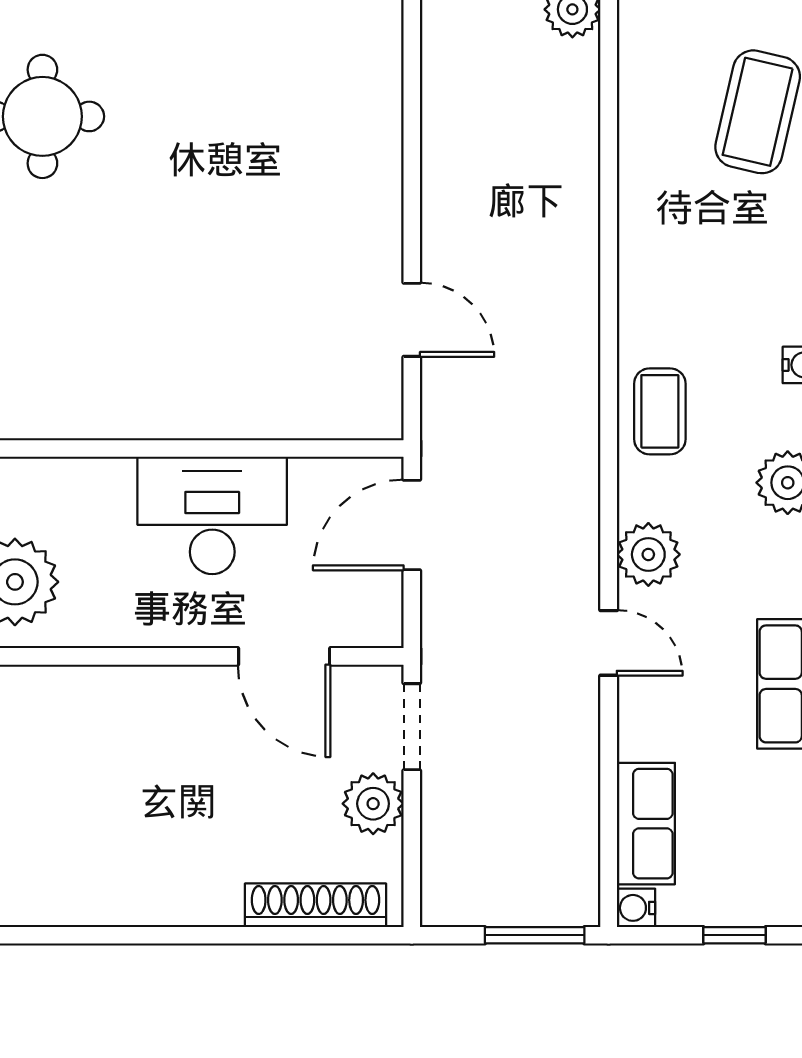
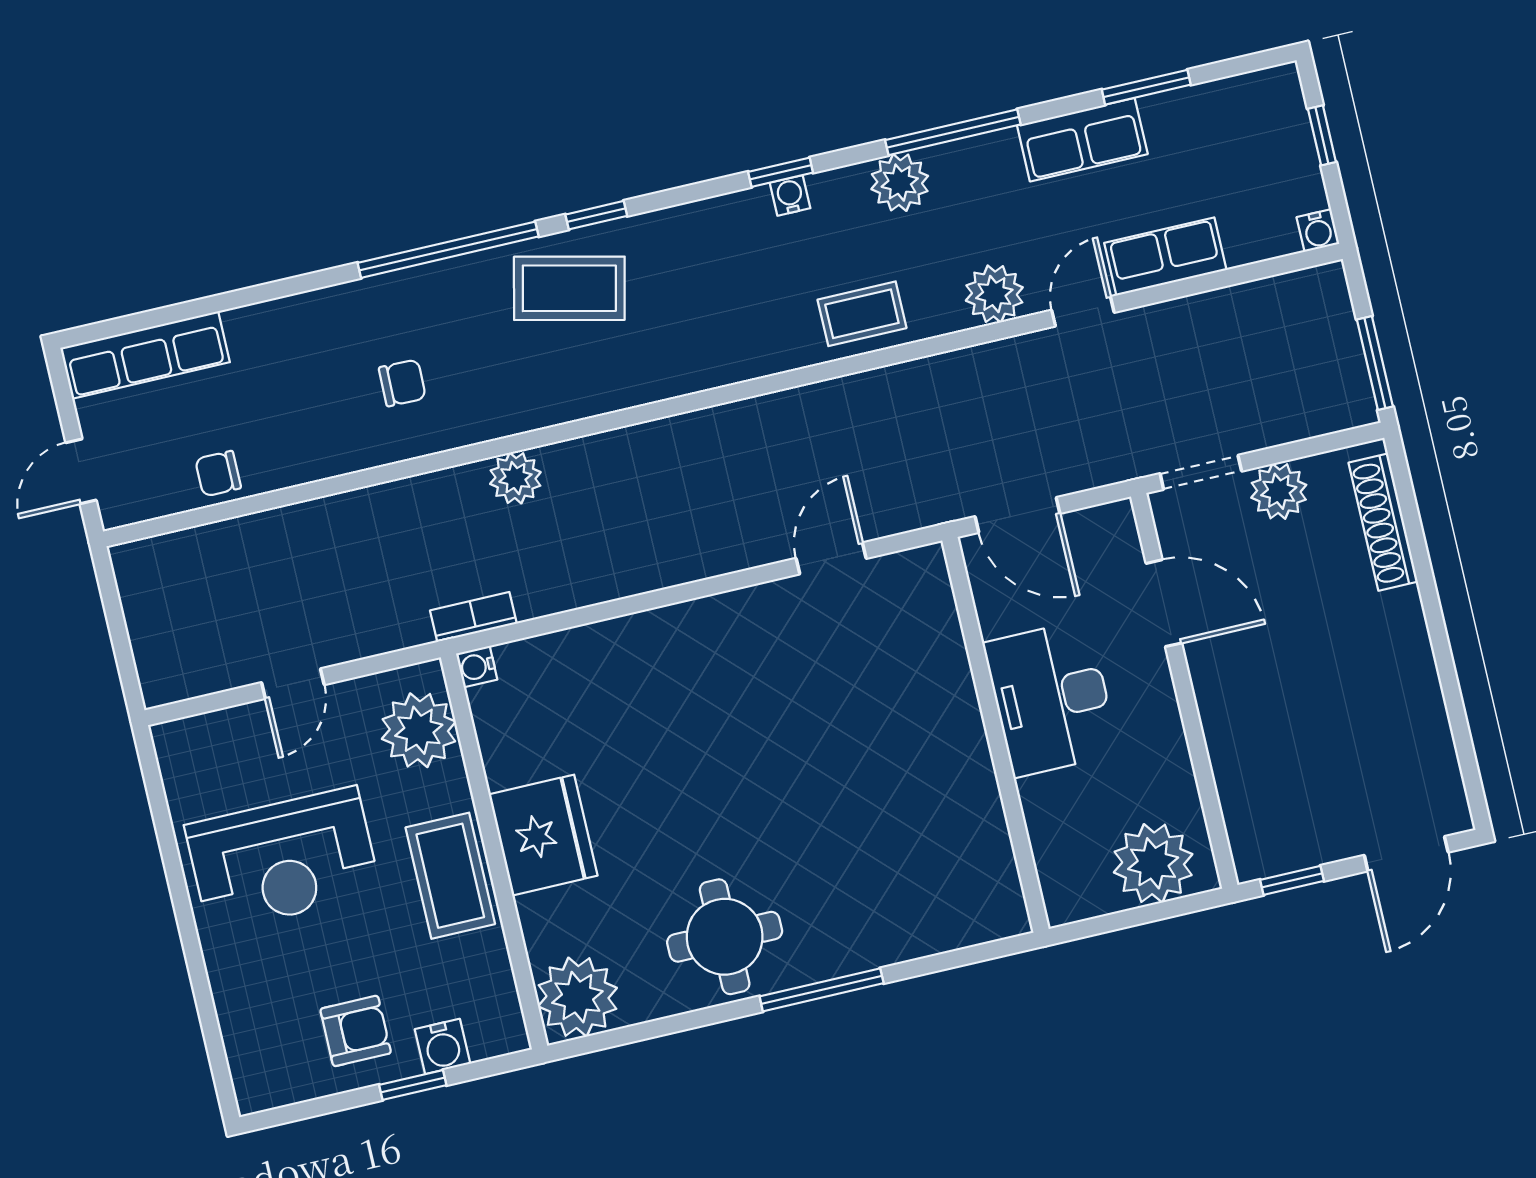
door: (284, 656) -> (1164, 603), hinge flipped
row of seats: (646, 824) -> (1165, 256), moved
window: (535, 935) -> (1375, 363), moved

